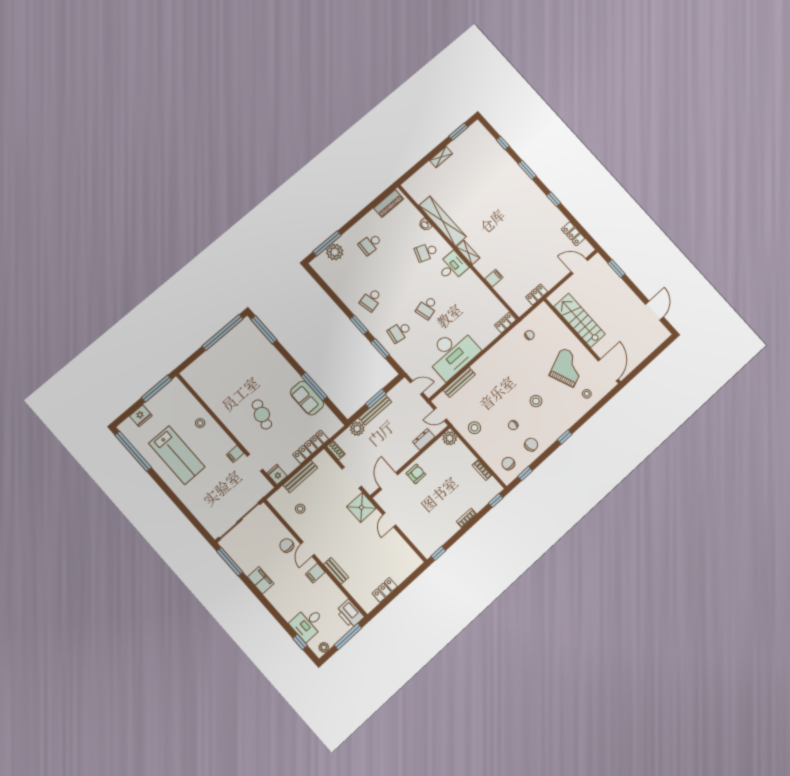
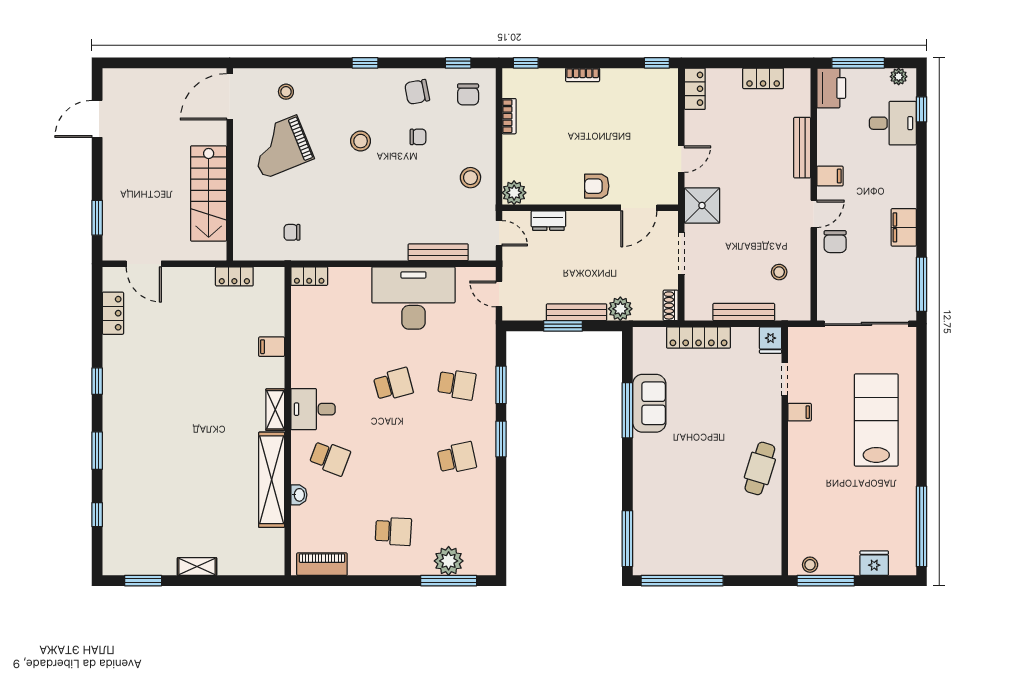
cafe table: (262, 415) -> (760, 468), moved
stool: (200, 423) -> (810, 565), moved
lab bench: (177, 455) -> (876, 420), moved
locker: (411, 557) -> (695, 89), added
bench: (336, 571) -> (802, 148), width x1.36

